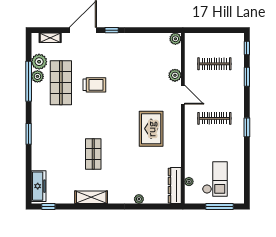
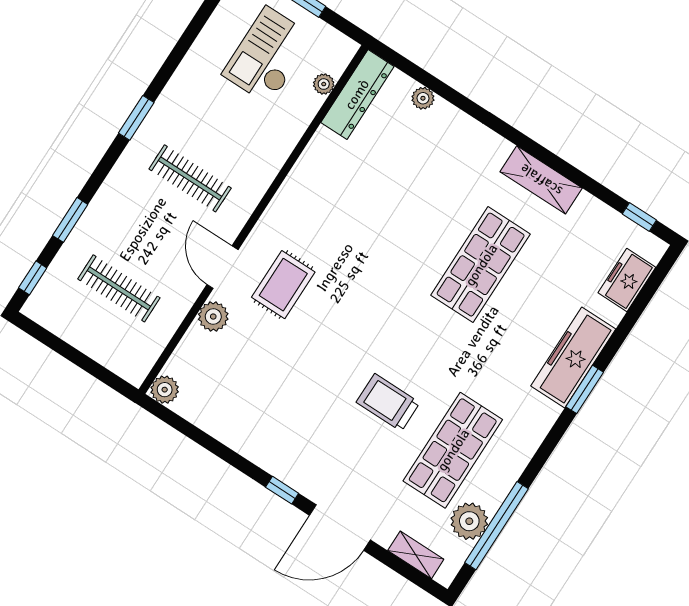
plant: (37, 76) -> (492, 494), removed
window: (29, 81) -> (497, 526), moved
rug: (151, 129) -> (283, 285), moved, width x0.73, depth x0.70
freezer: (40, 142) -> (573, 357), added
shop shelf: (93, 154) -> (481, 265), width x1.43, depth x1.36
freezer: (39, 186) -> (627, 280), width x0.71
plant: (139, 199) -> (423, 98), moved

